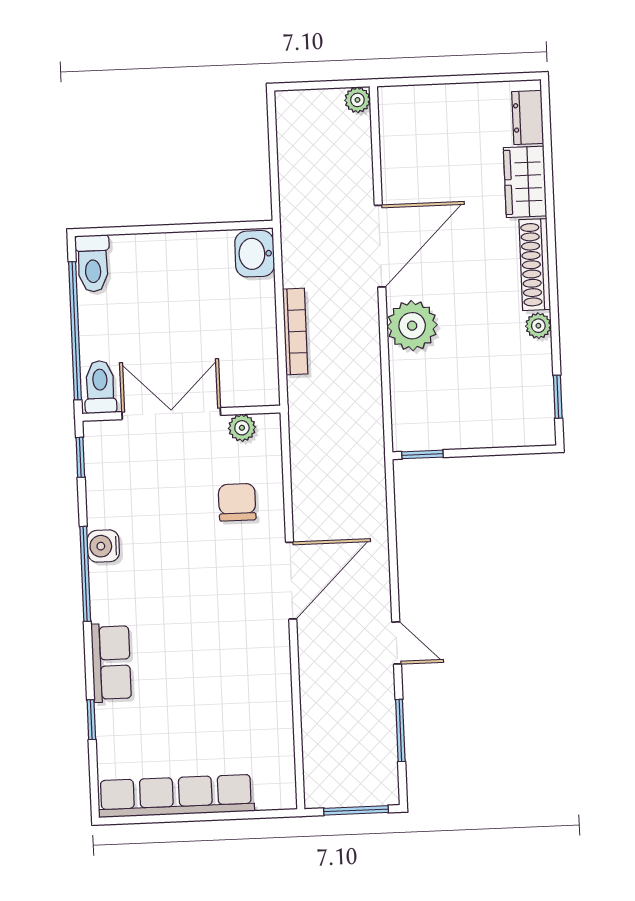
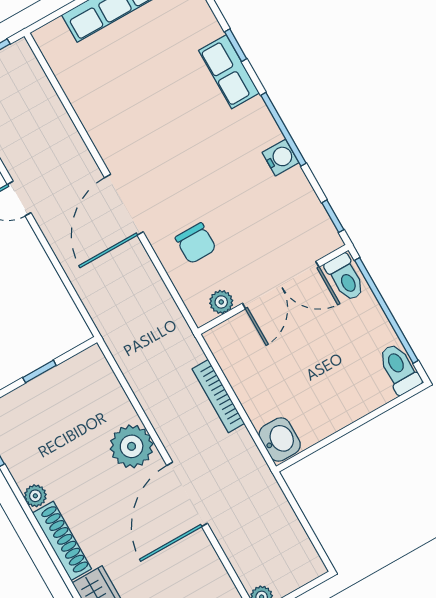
window: (422, 454) -> (39, 371), moved
window: (91, 720) -> (236, 45), moved

